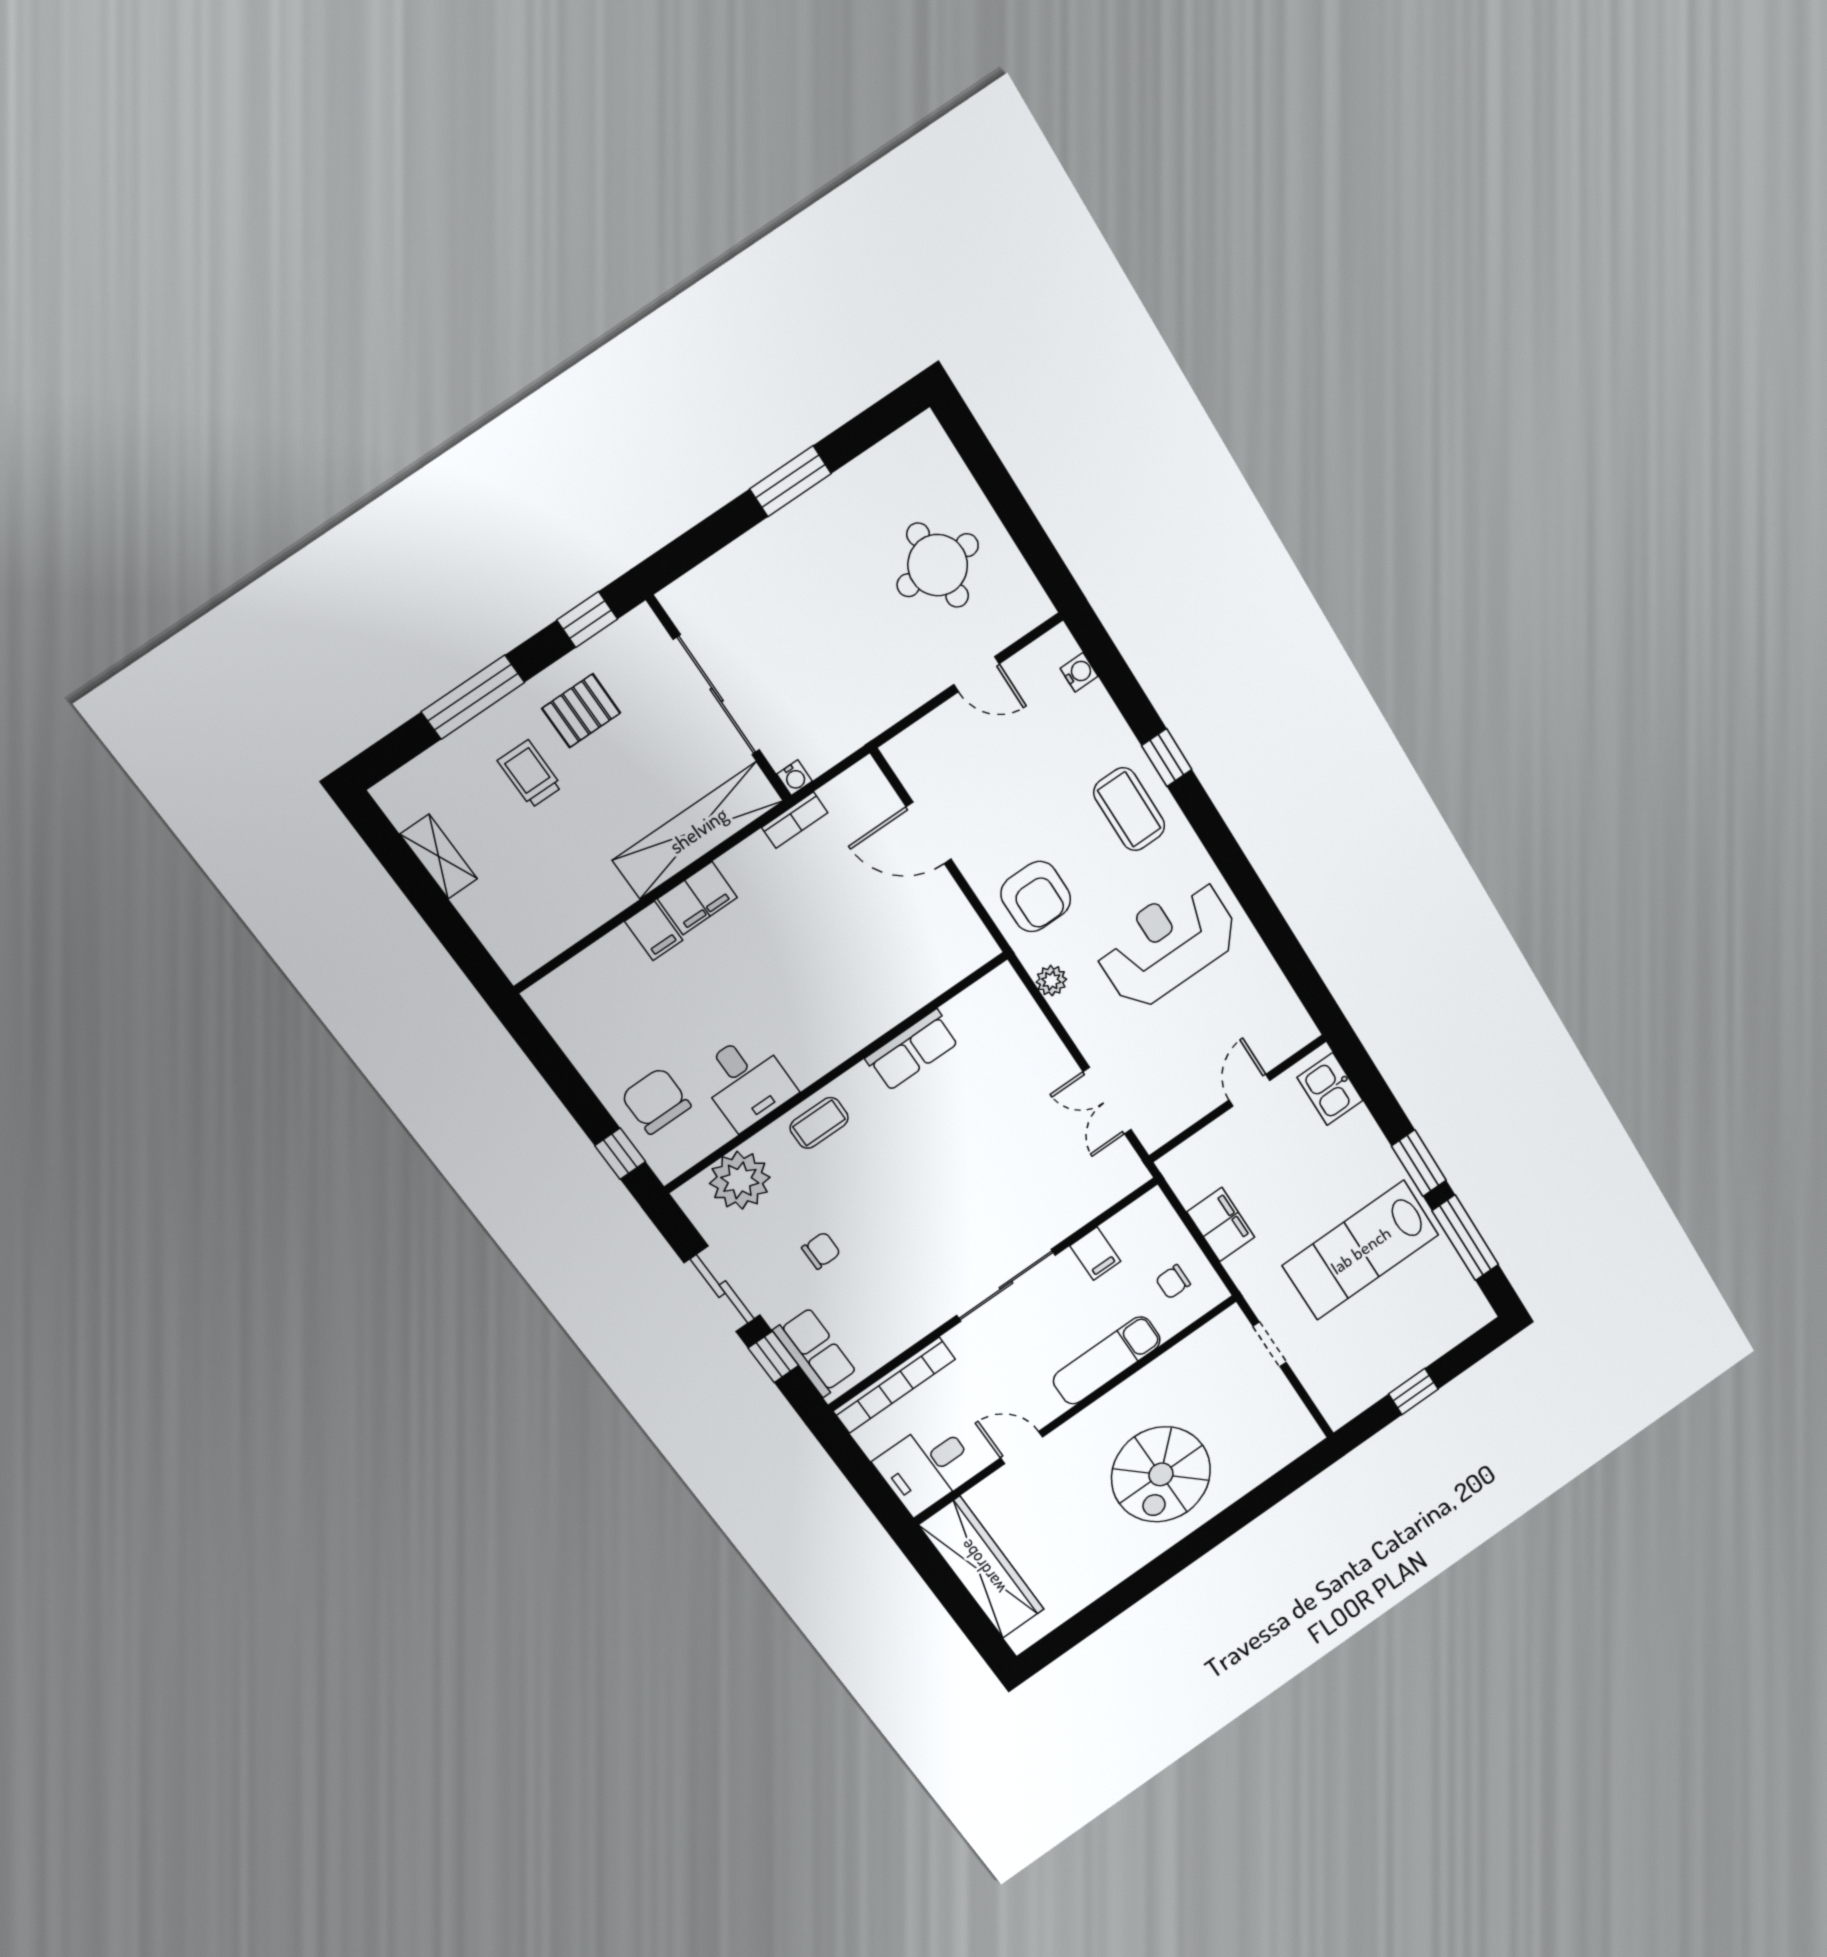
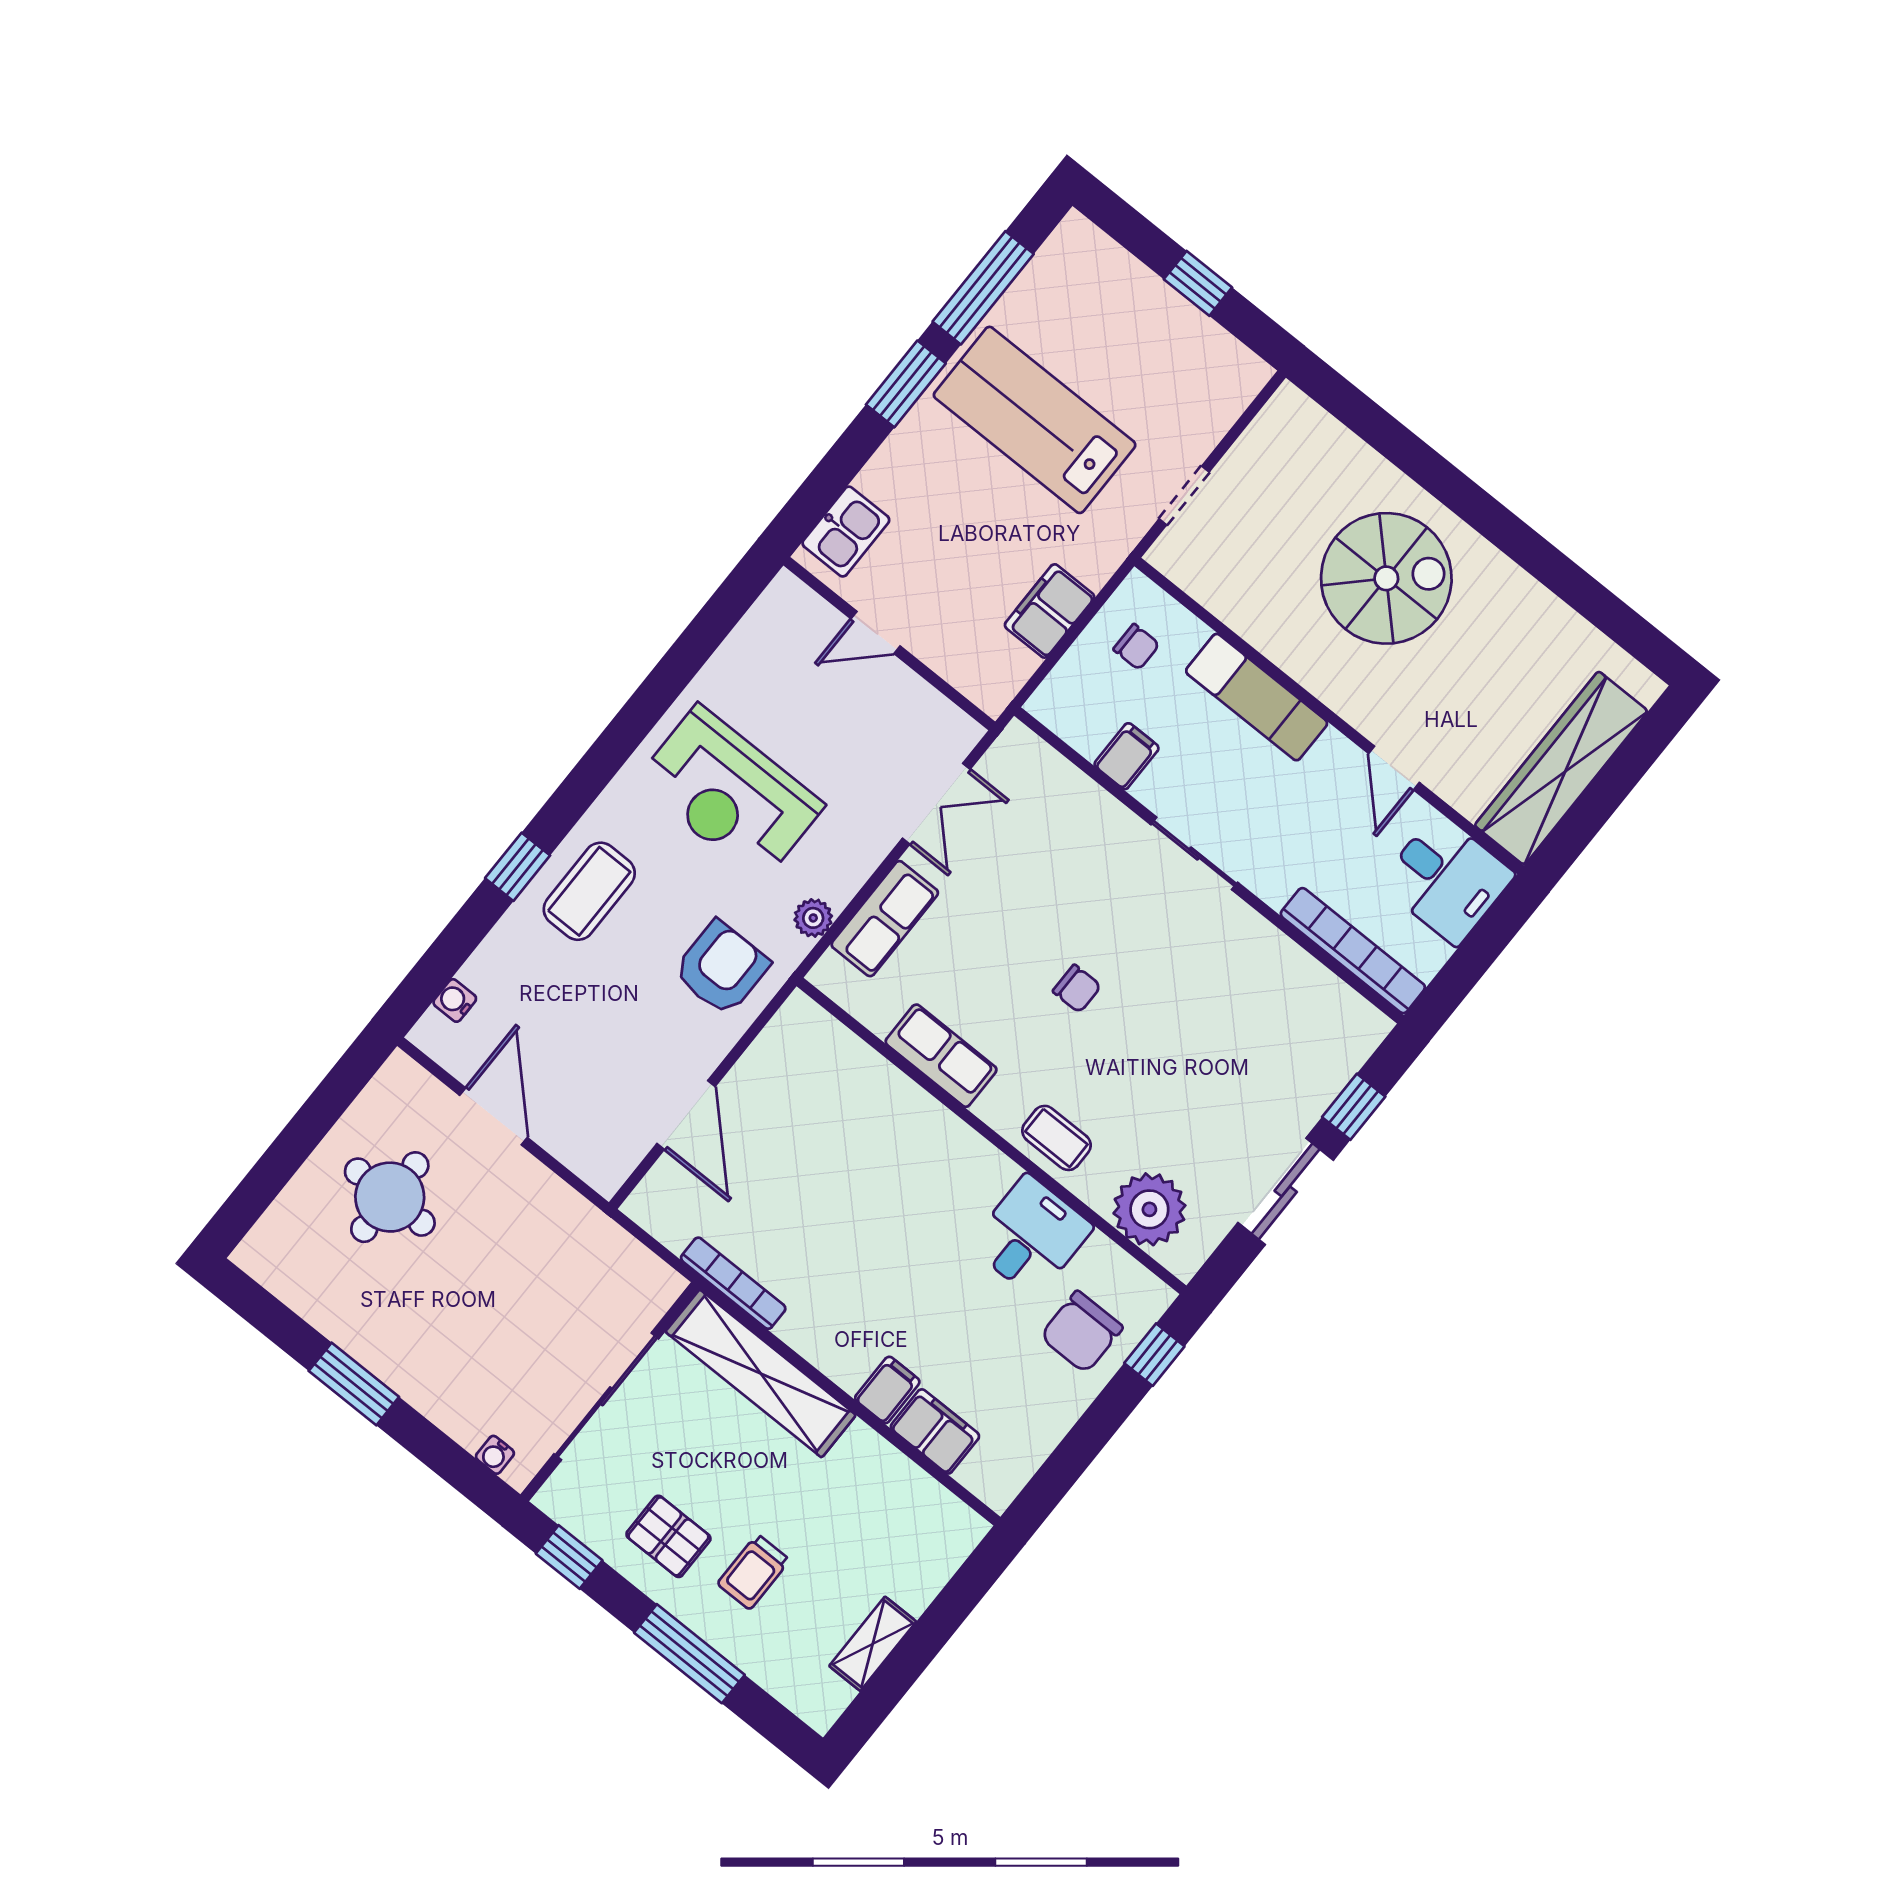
door: (977, 674) -> (493, 1116), width x1.38
water cooler: (794, 778) -> (495, 1455), moved, turned 180
bookcase: (795, 820) -> (733, 1283), width x1.56
filing cabinet: (697, 898) -> (935, 1431), moved
lab bench: (1361, 1250) -> (1035, 420), turned 180
chair: (821, 1251) -> (1077, 989), moved, turned 180
sliding door: (1006, 1285) -> (1194, 853), width x0.73
row of seats: (815, 1352) -> (885, 919), moved, turned 180

